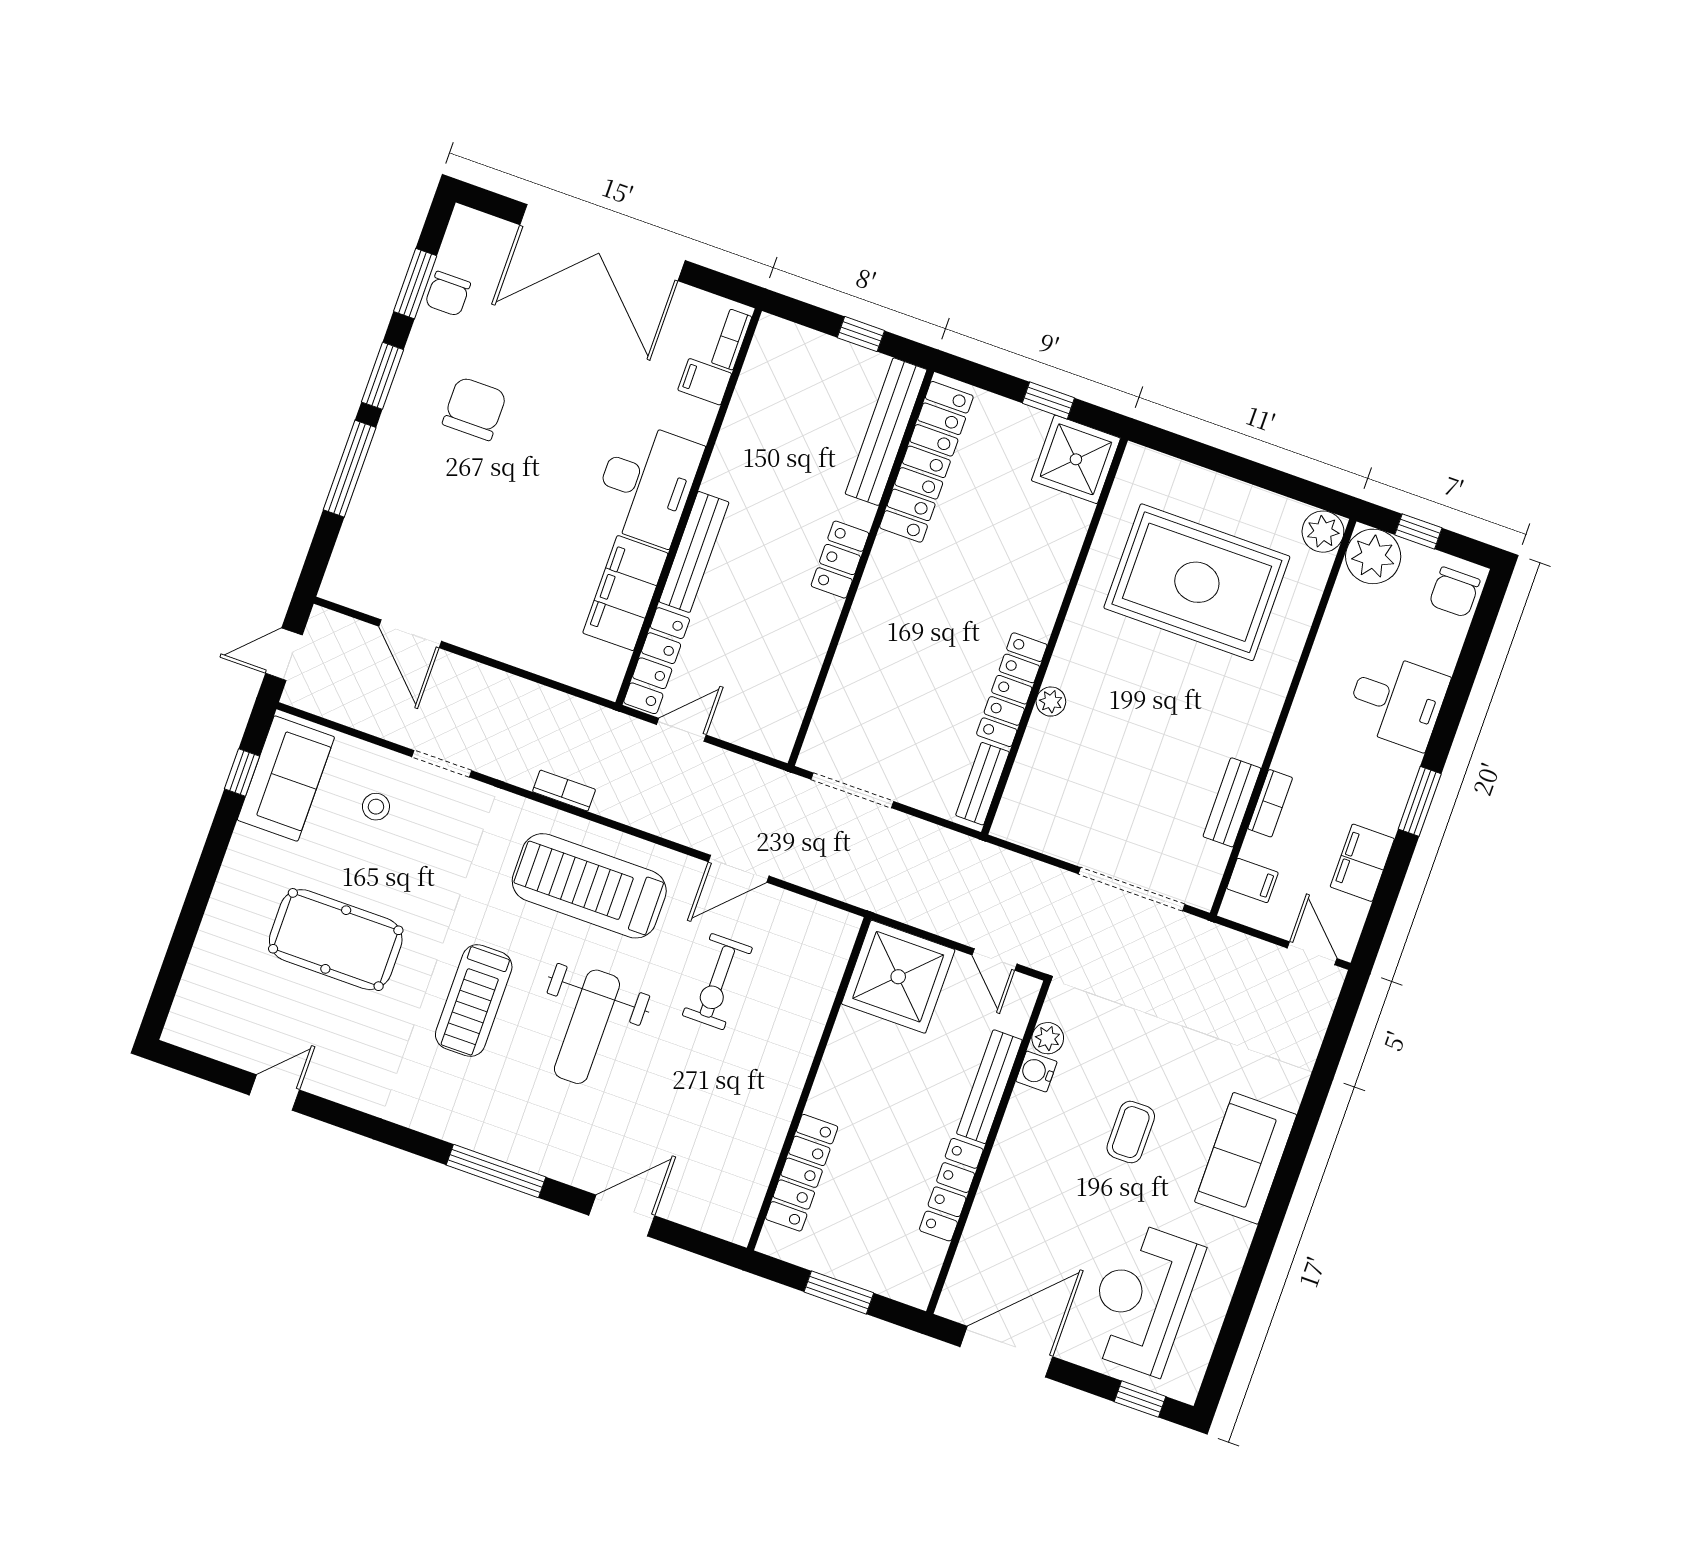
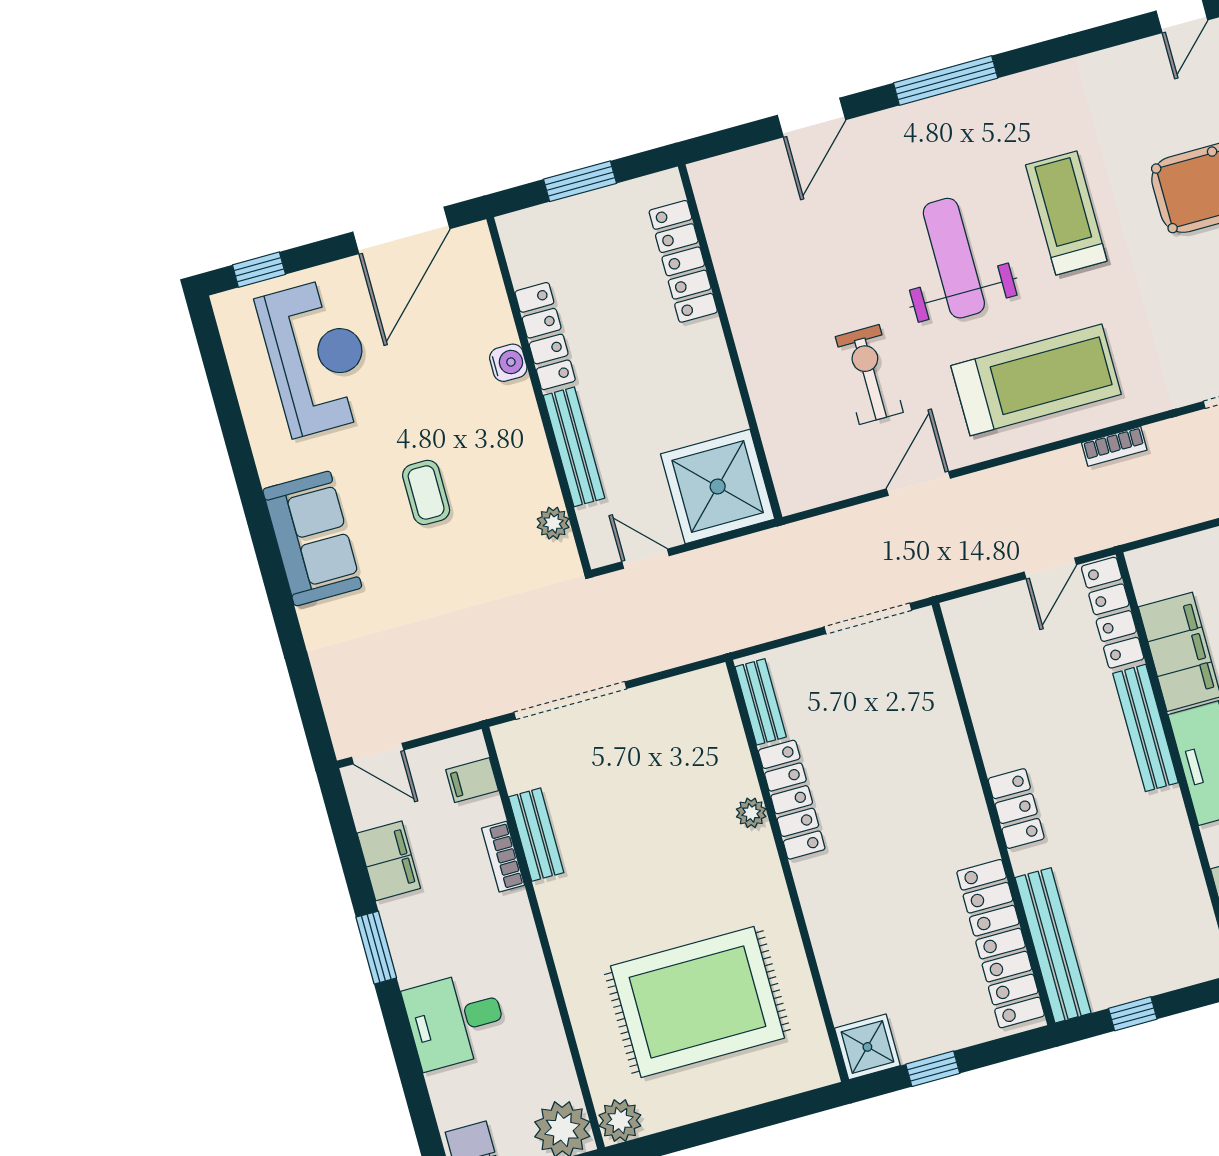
shower: (1076, 459) -> (867, 1047), width x0.73, depth x0.73
water cooler: (1036, 1072) -> (508, 363), moved

